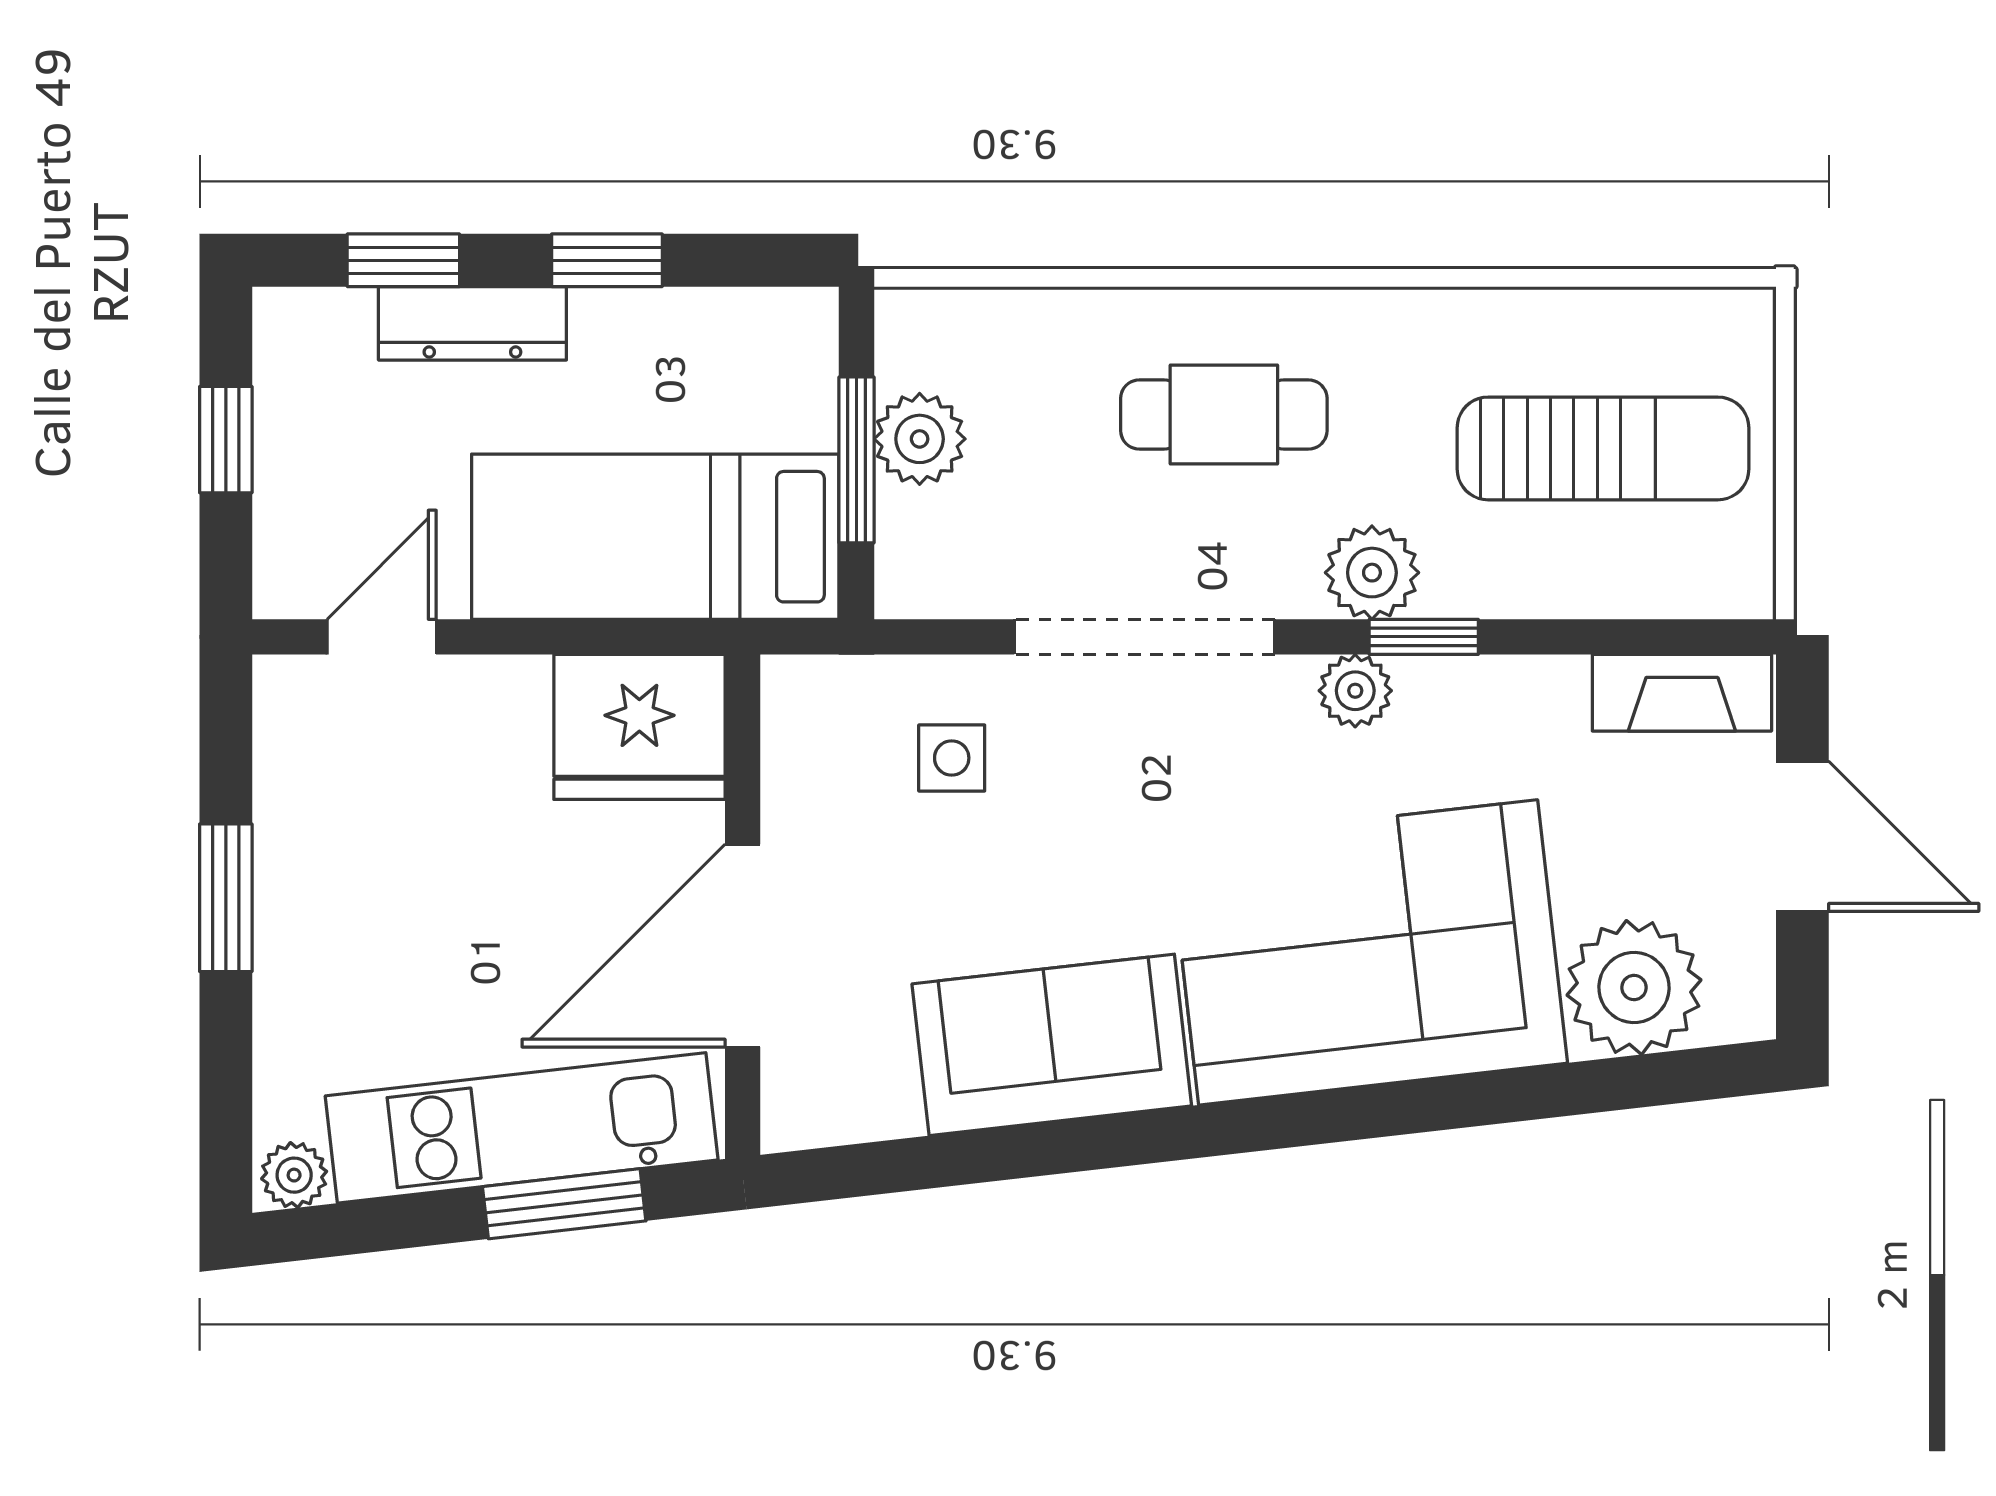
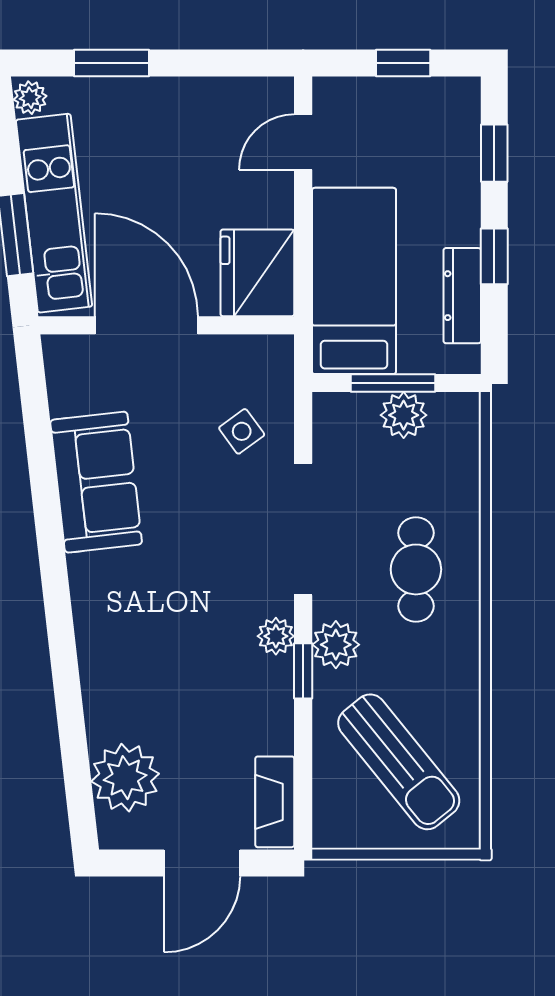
dresser: (472, 323) -> (462, 296), moved
sun lounger: (1603, 448) -> (399, 762), turned -39
door: (382, 637) -> (303, 142), swing flipped
side table: (952, 758) -> (242, 431), turned -36
window: (226, 898) -> (112, 63), moved
corner sofa: (1368, 952) -> (143, 643), removed

